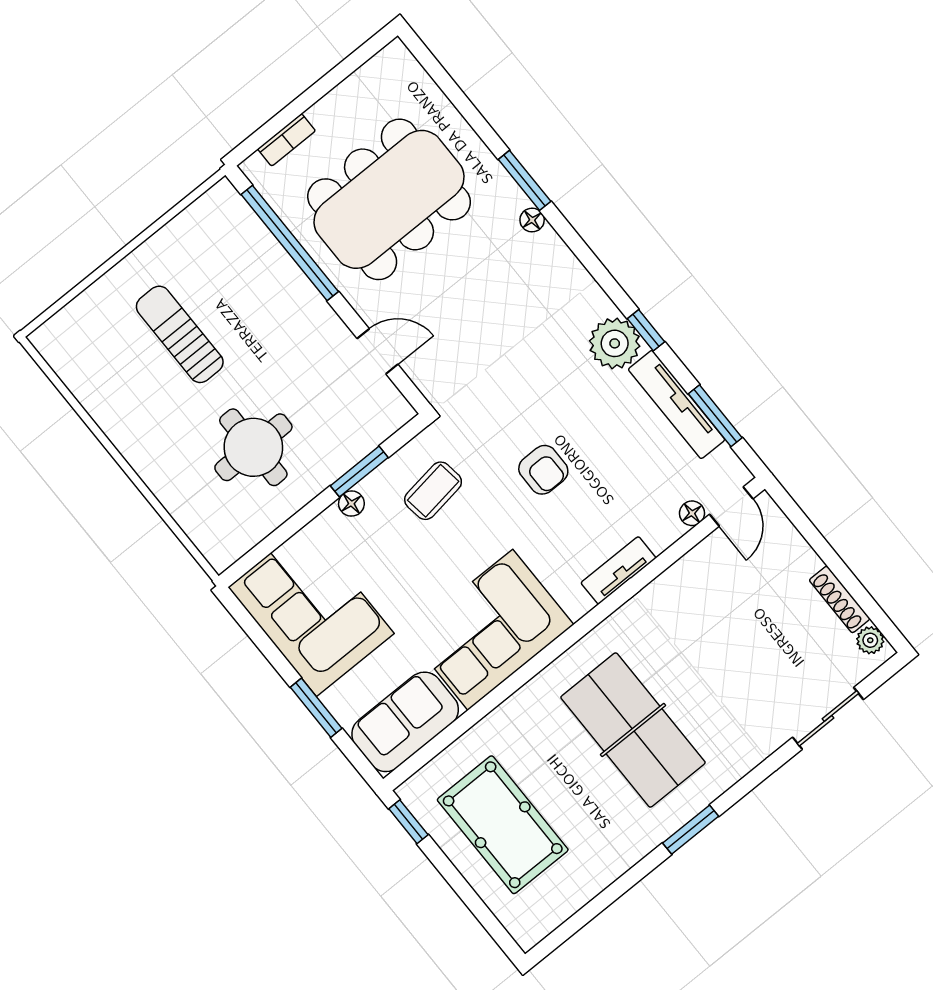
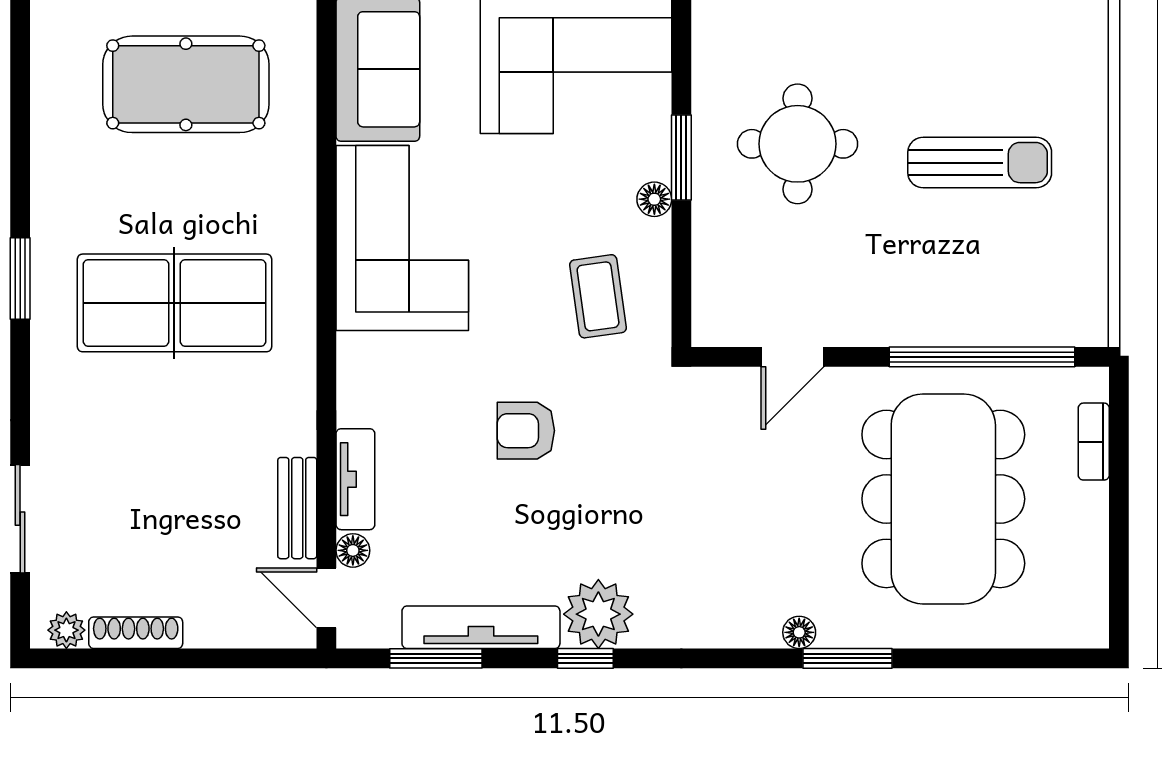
window: (359, 472) -> (681, 158), moved
bench: (693, 565) -> (297, 508), added
tv unit: (618, 570) -> (355, 479), moved

